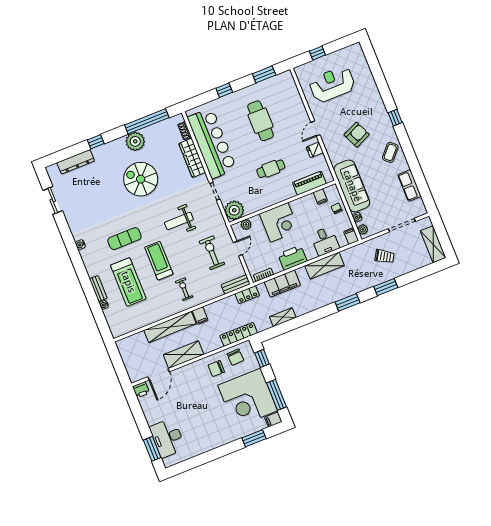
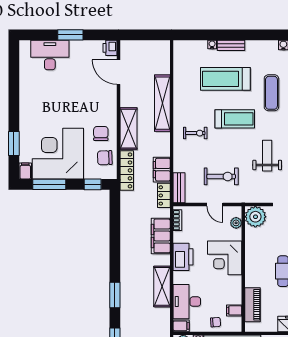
desk: (325, 241) -> (187, 302), width x1.37
filing cabinet: (200, 316) -> (162, 170), moved, width x2.00
shelving: (283, 317) -> (126, 223), removed
shelving: (184, 355) -> (129, 129), moved
window: (152, 449) -> (70, 35), moved

